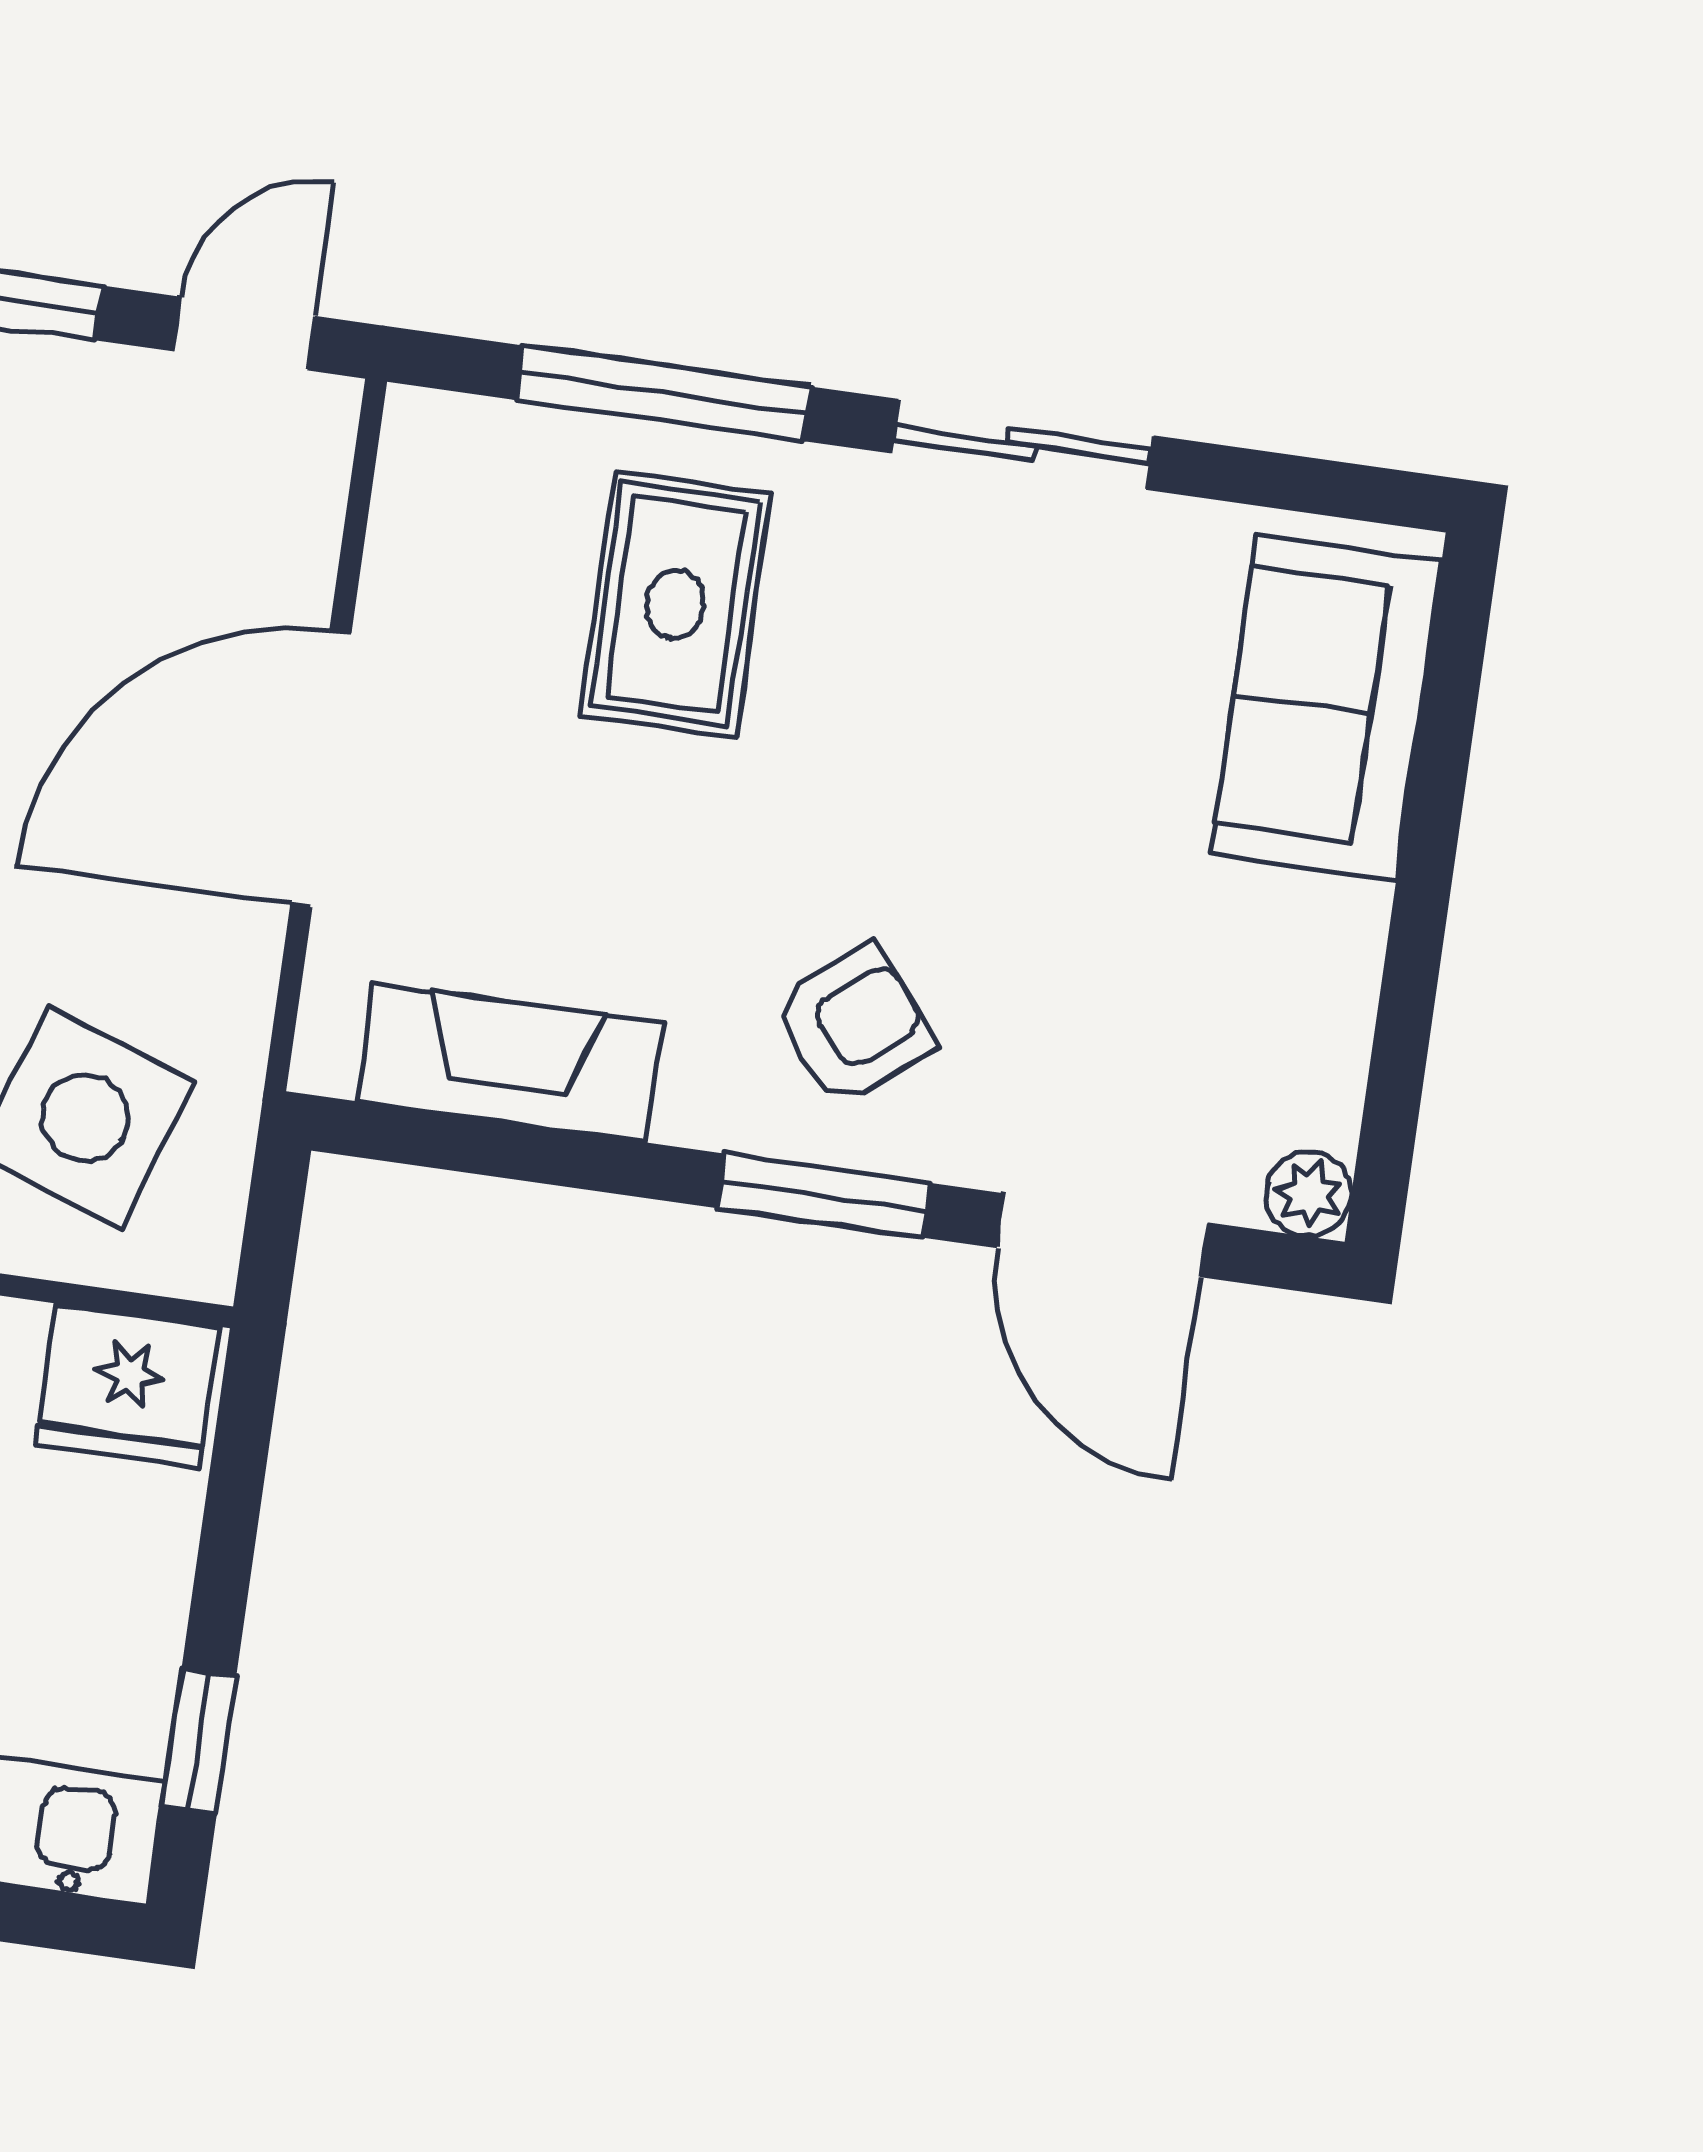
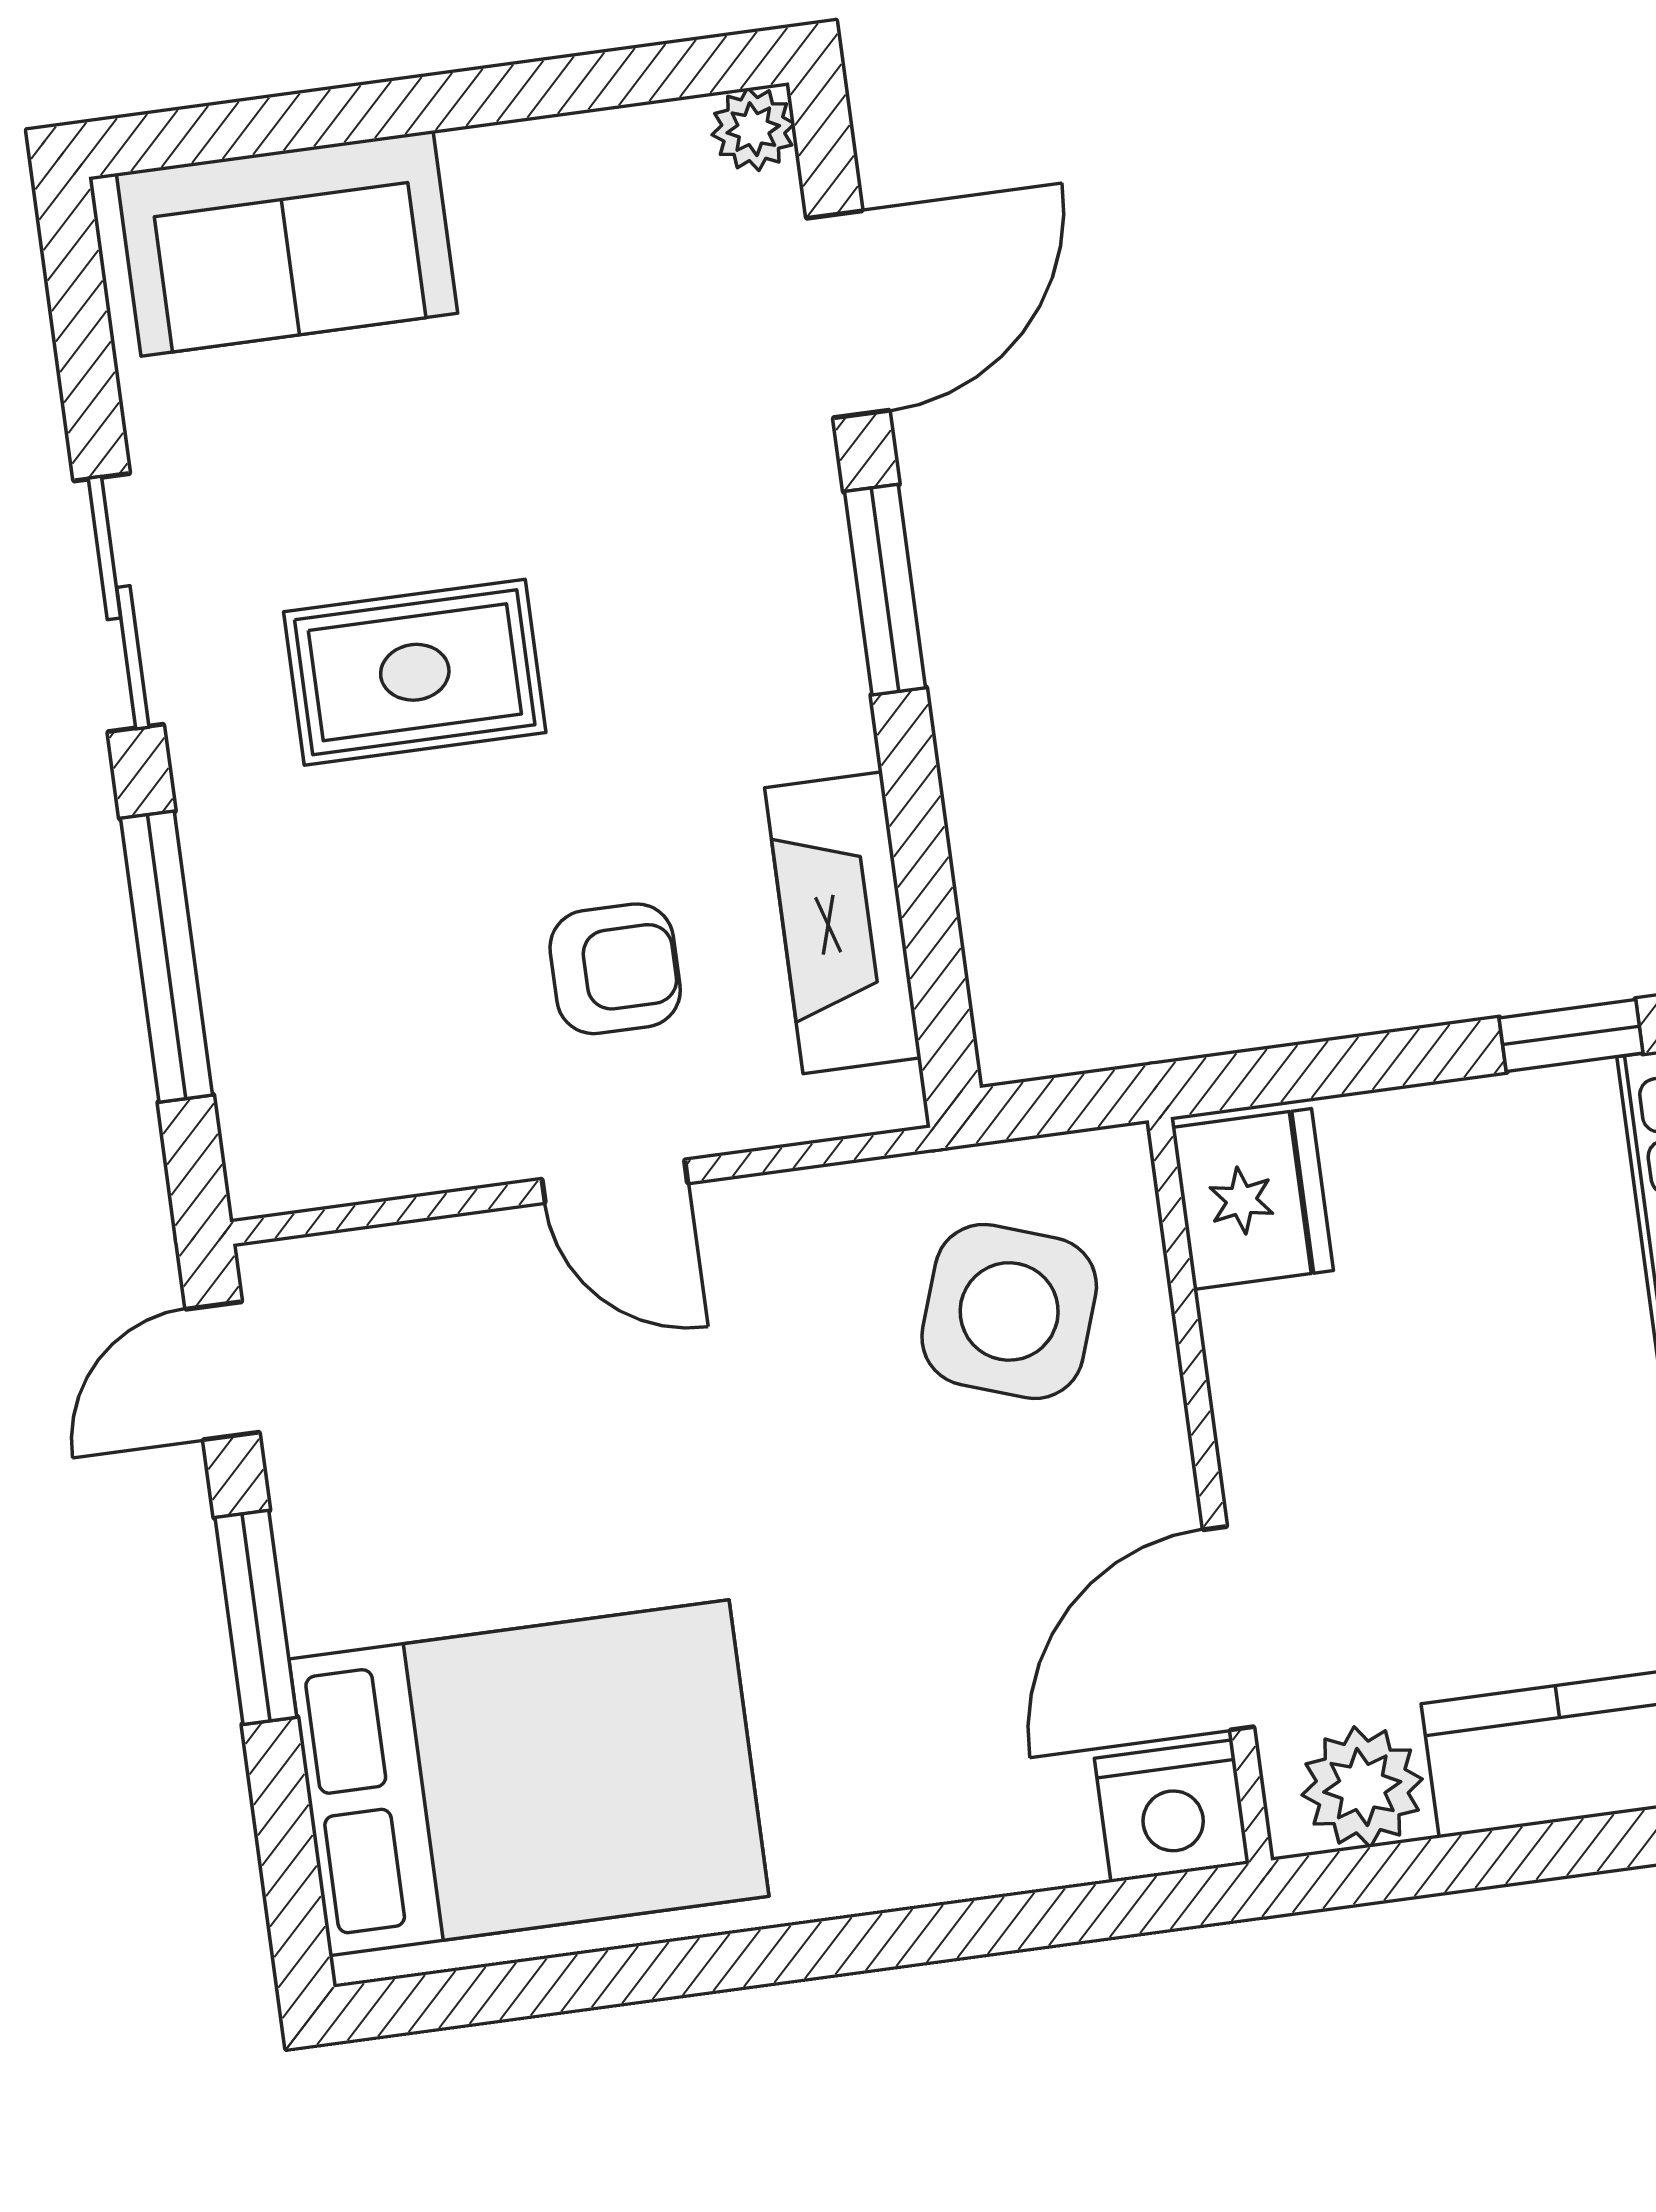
door: (244, 334) -> (223, 1371), hinge flipped
rug: (675, 604) -> (415, 672), moved
door: (321, 769) -> (615, 1181), width x0.53
armchair: (853, 1025) -> (615, 969), moved, turned 129

